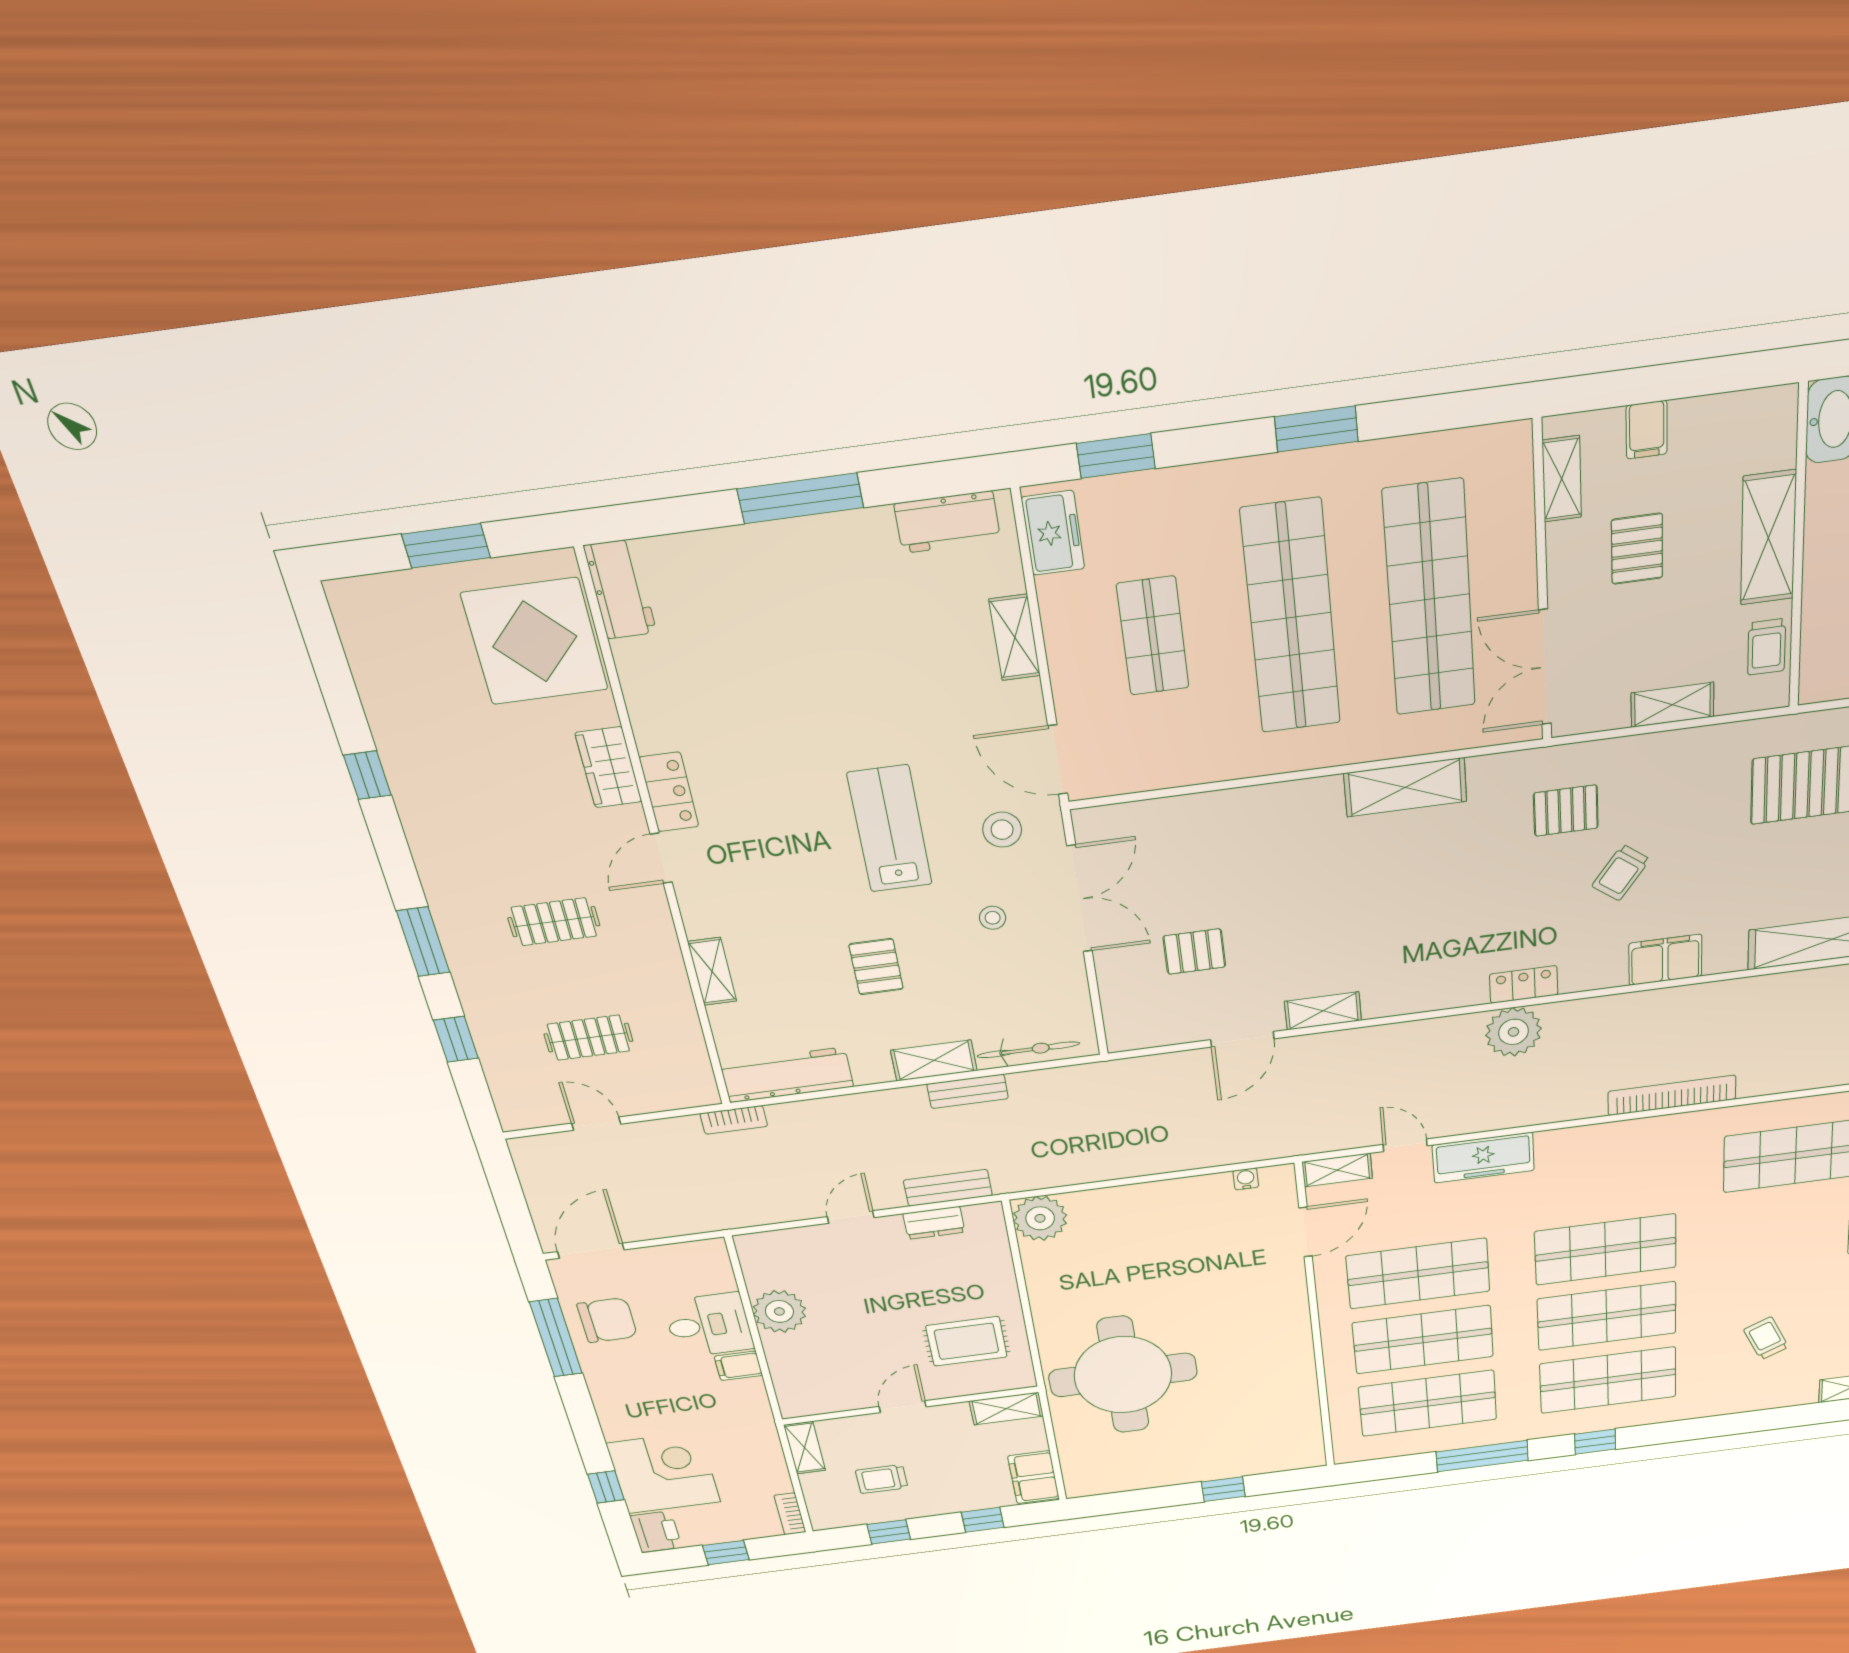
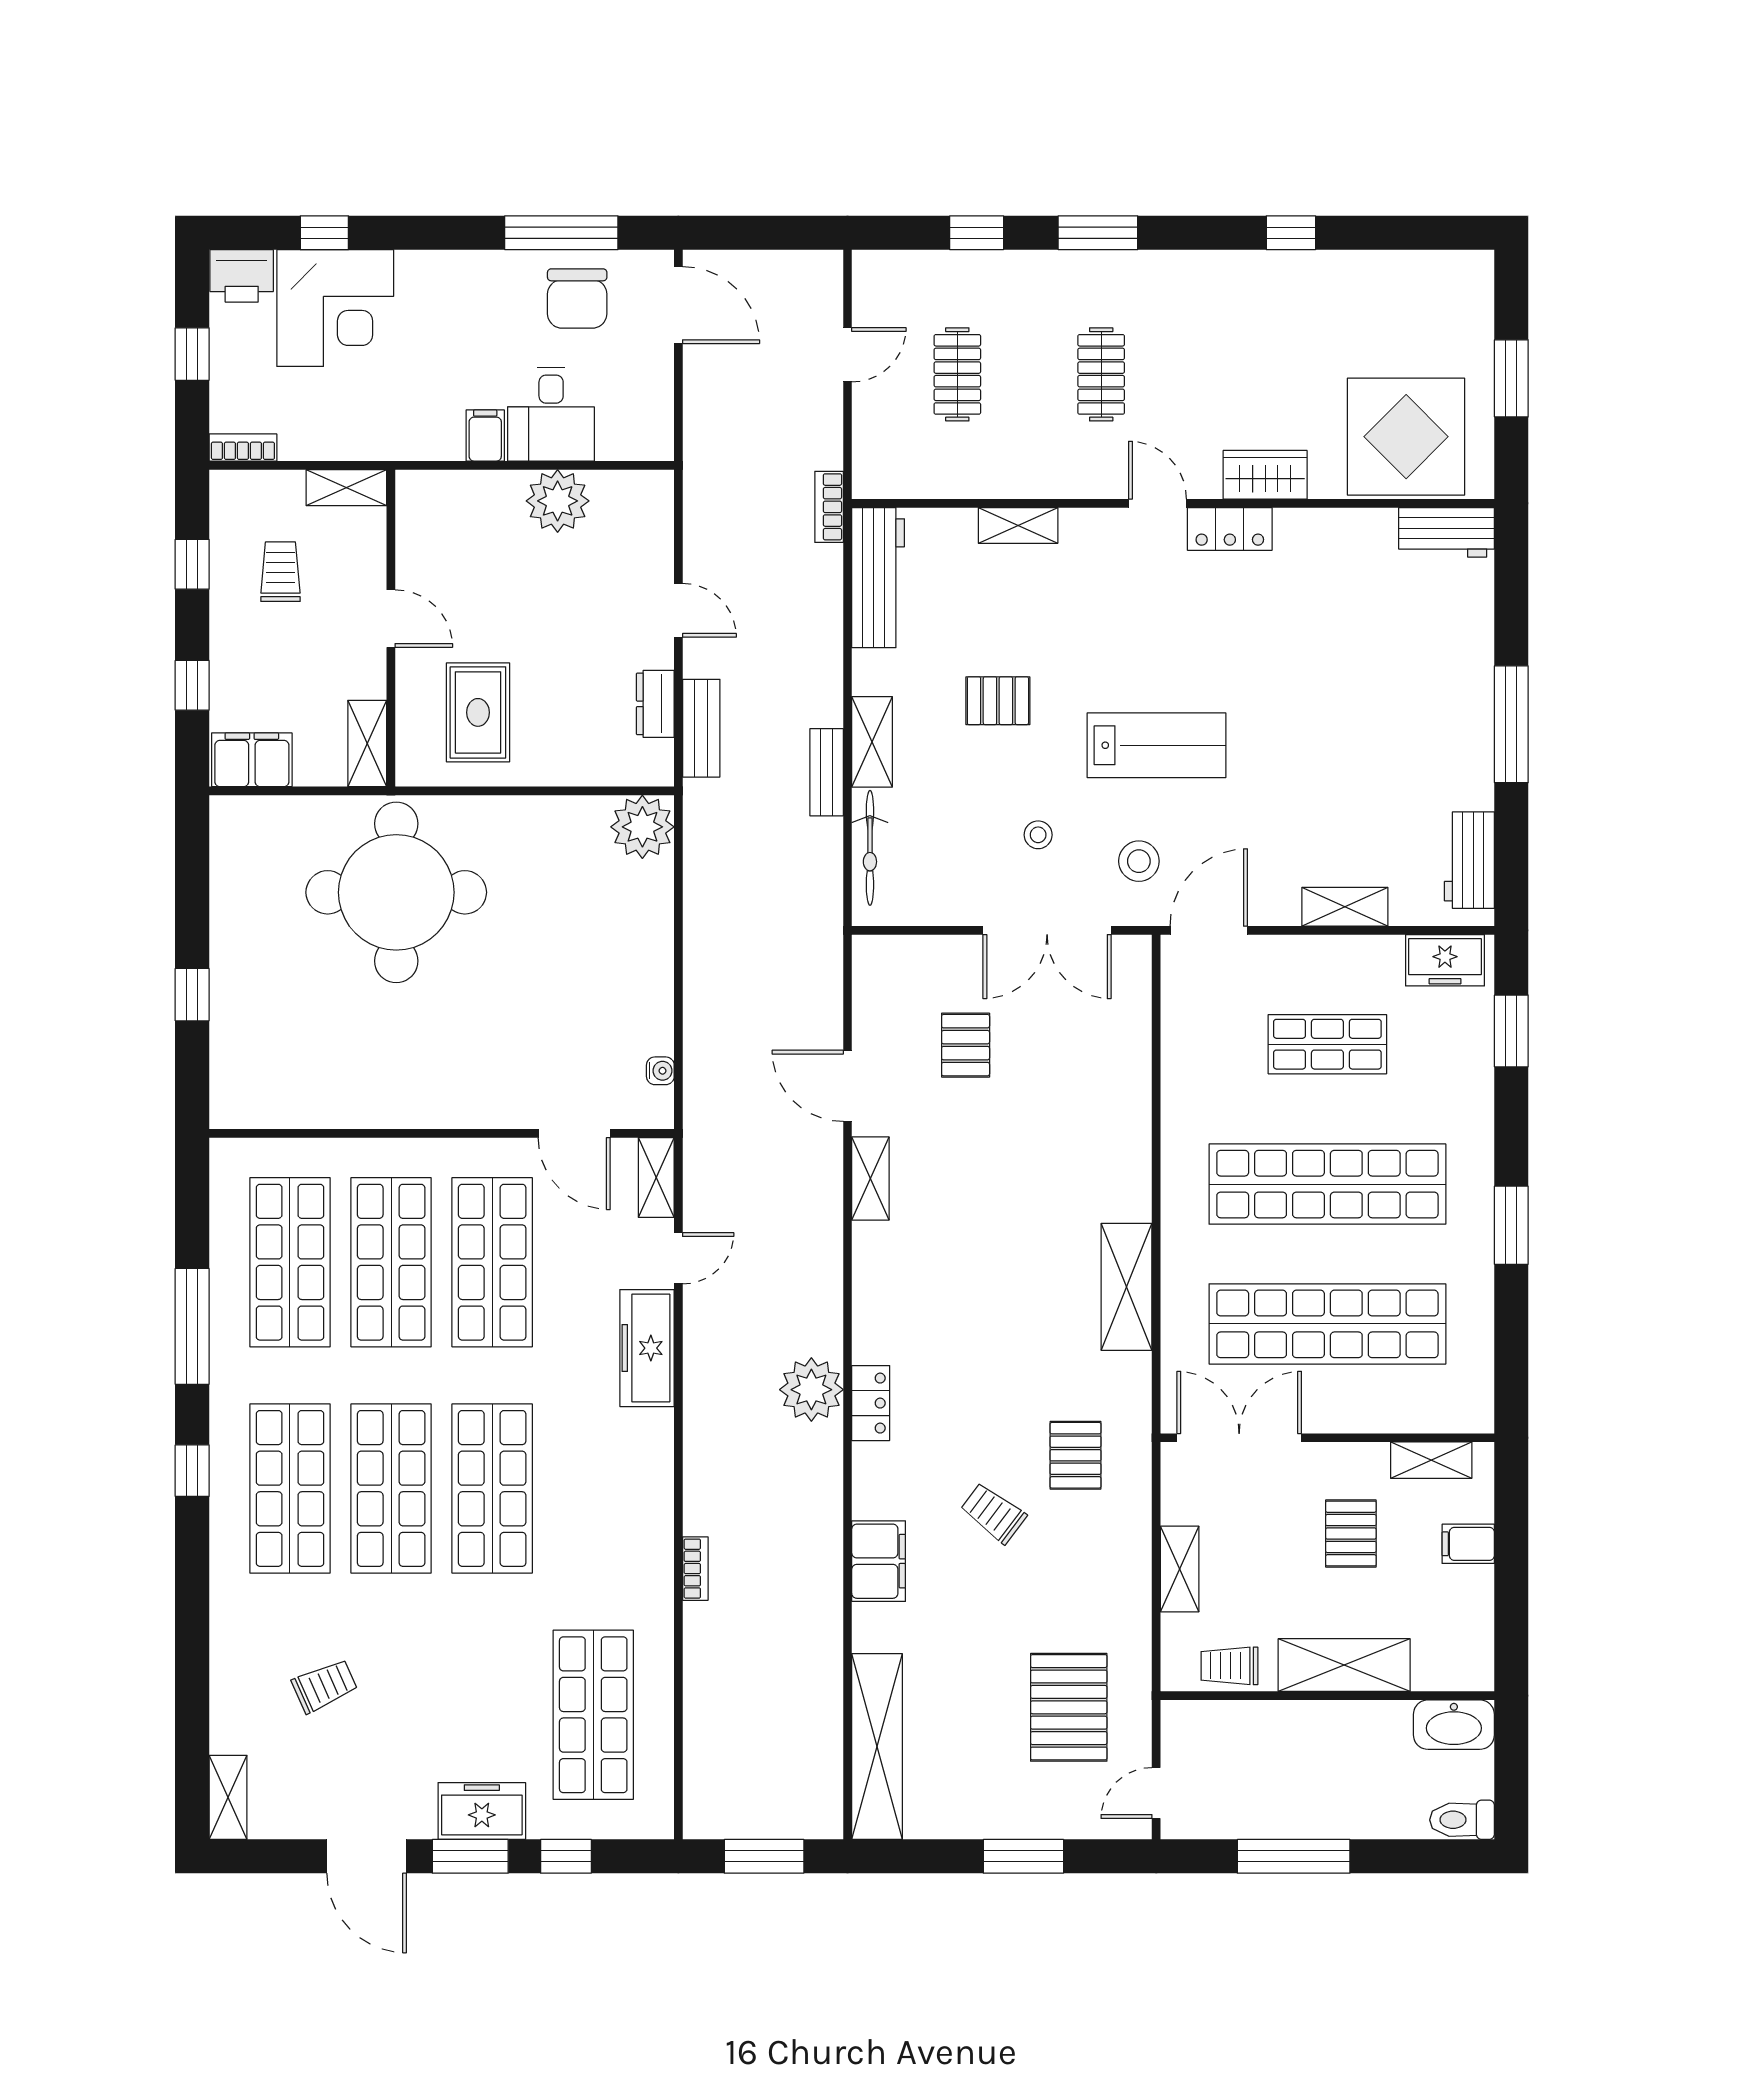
pallet: (1637, 549) -> (1351, 1533), turned 90
bookcase: (1672, 1095) -> (695, 1569), width x0.43, depth x0.76

